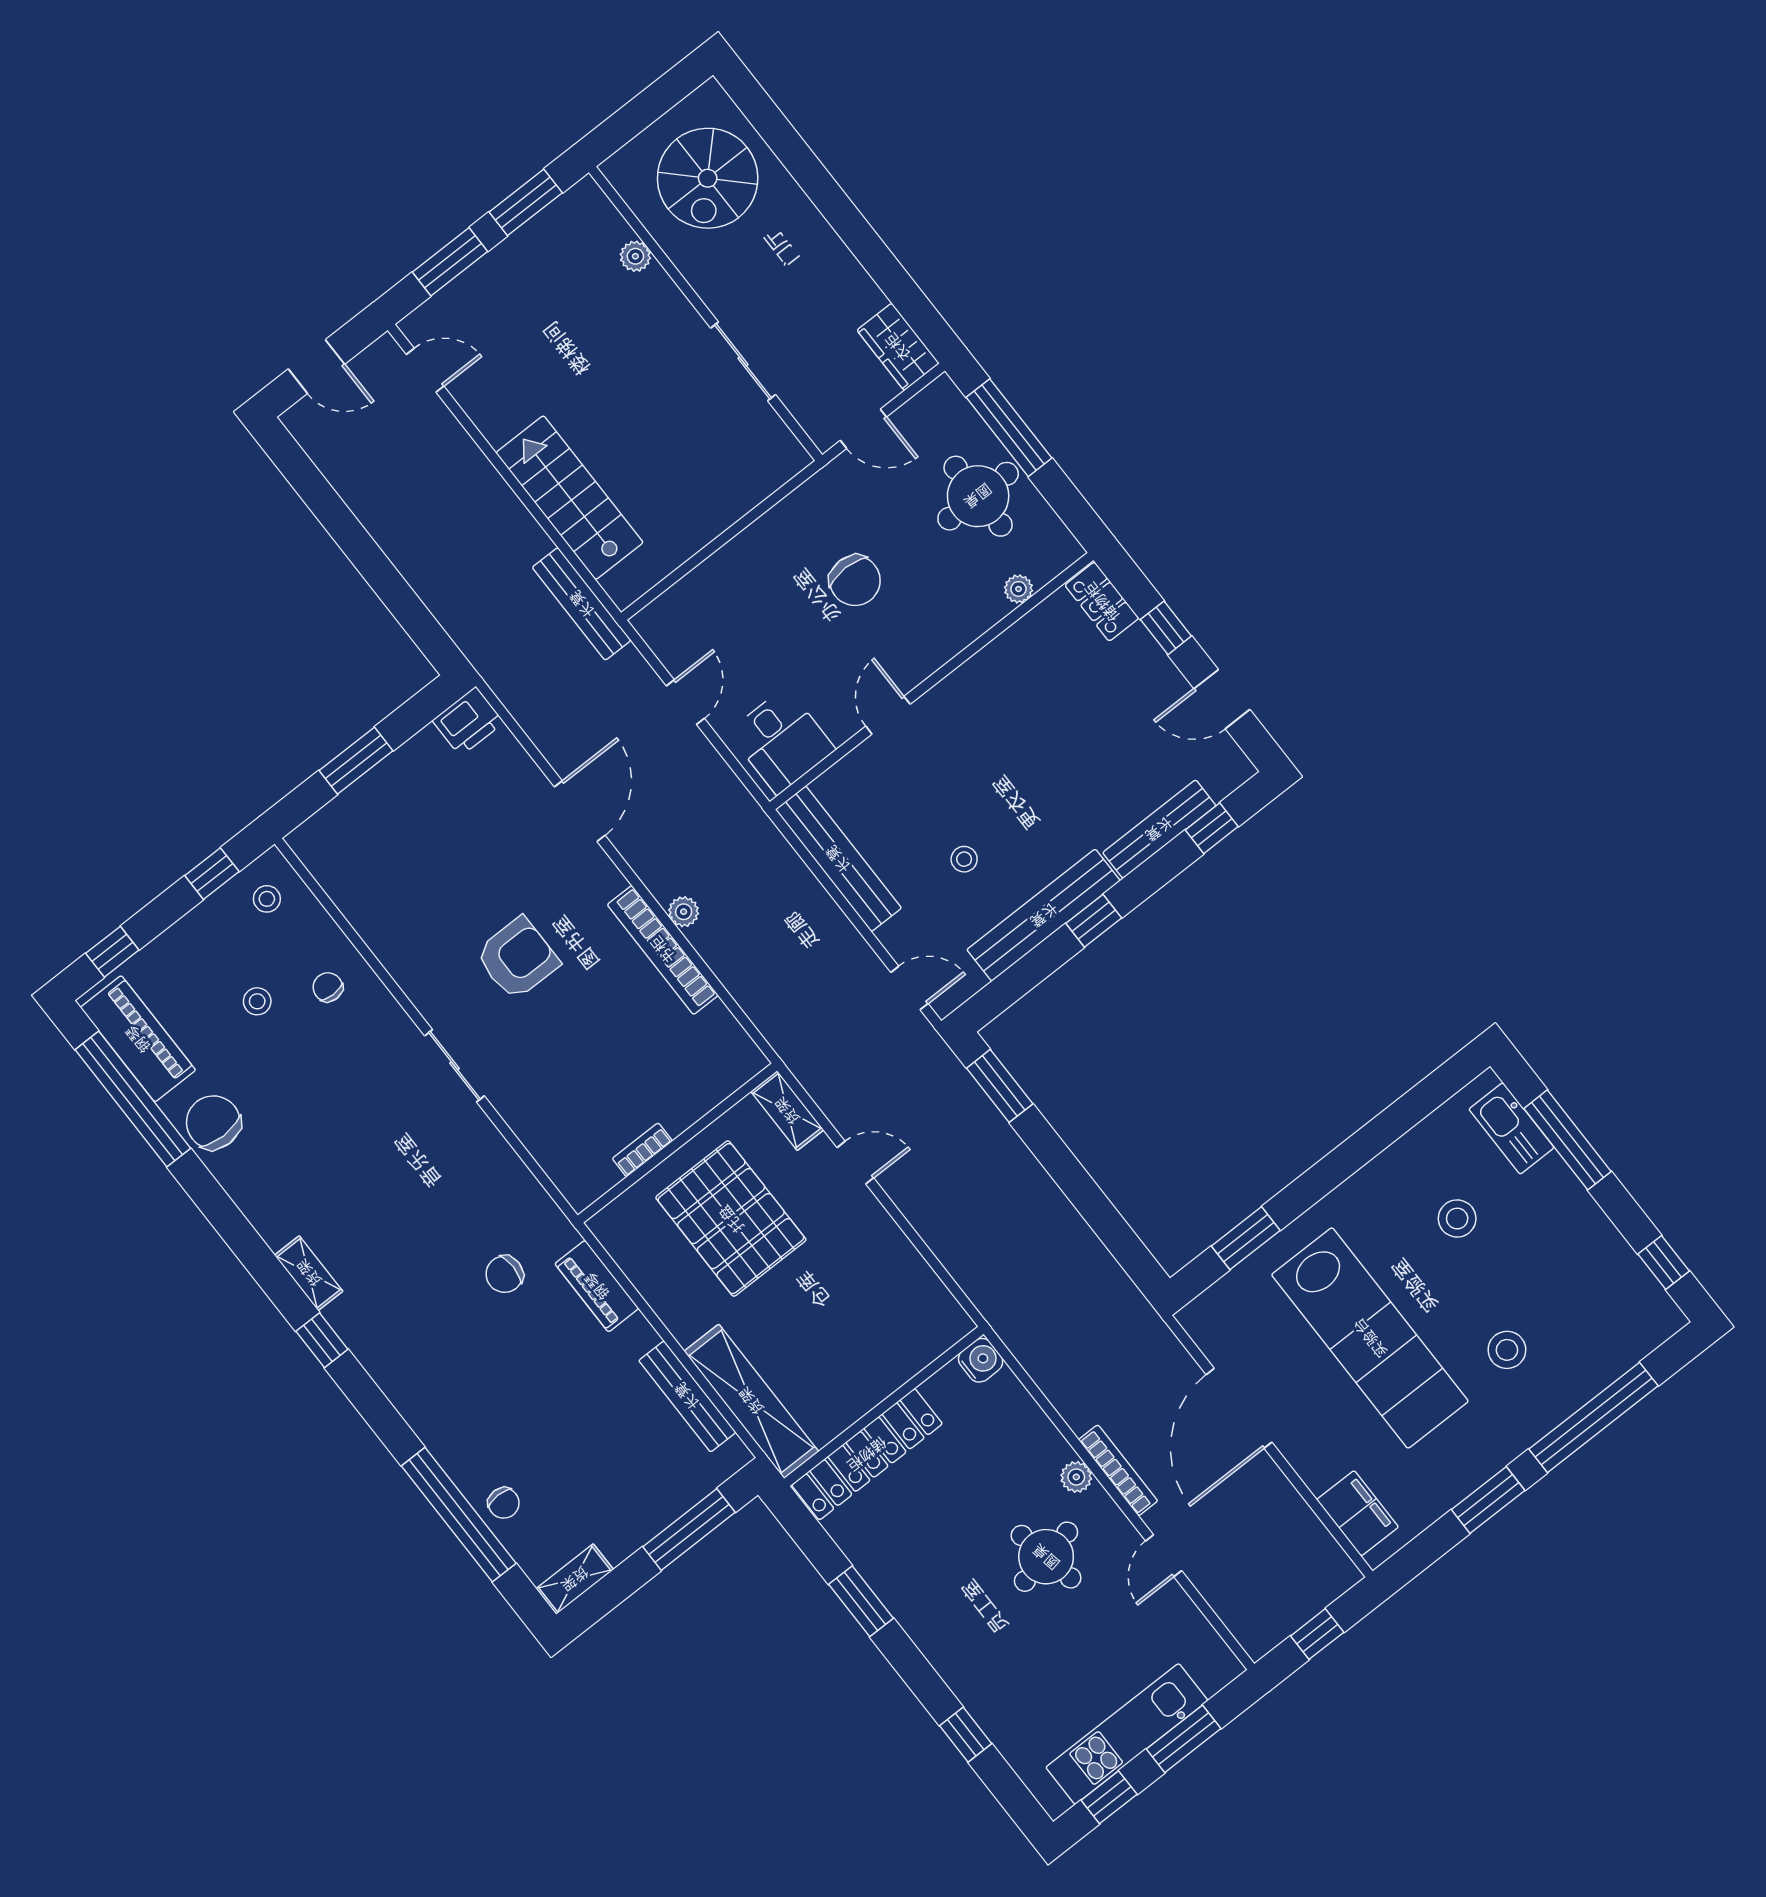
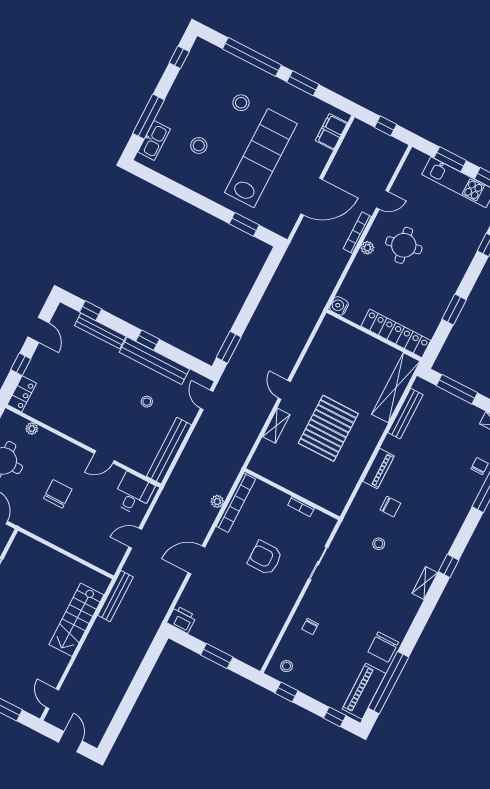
stool: (257, 1001) -> (379, 544), moved
wall: (677, 1143) -> (292, 494), moved
bookcase: (642, 1150) -> (301, 507), moved

